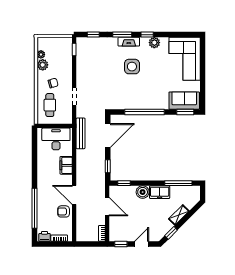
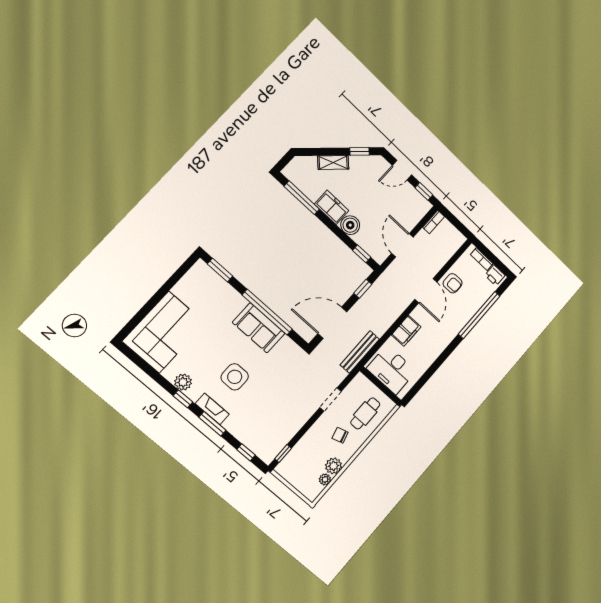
sofa: (184, 101) -> (259, 328), moved

